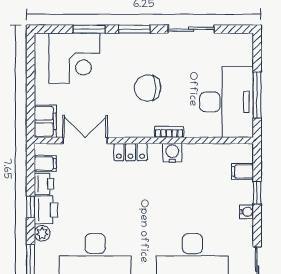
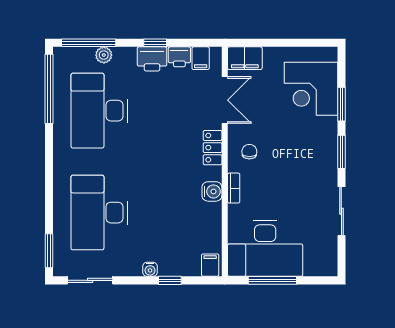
chair: (148, 88) -> (249, 152), moved, width x0.54, depth x0.54
filing cabinet: (243, 171) -> (210, 265), moved
plant: (42, 233) -> (104, 55), moved

